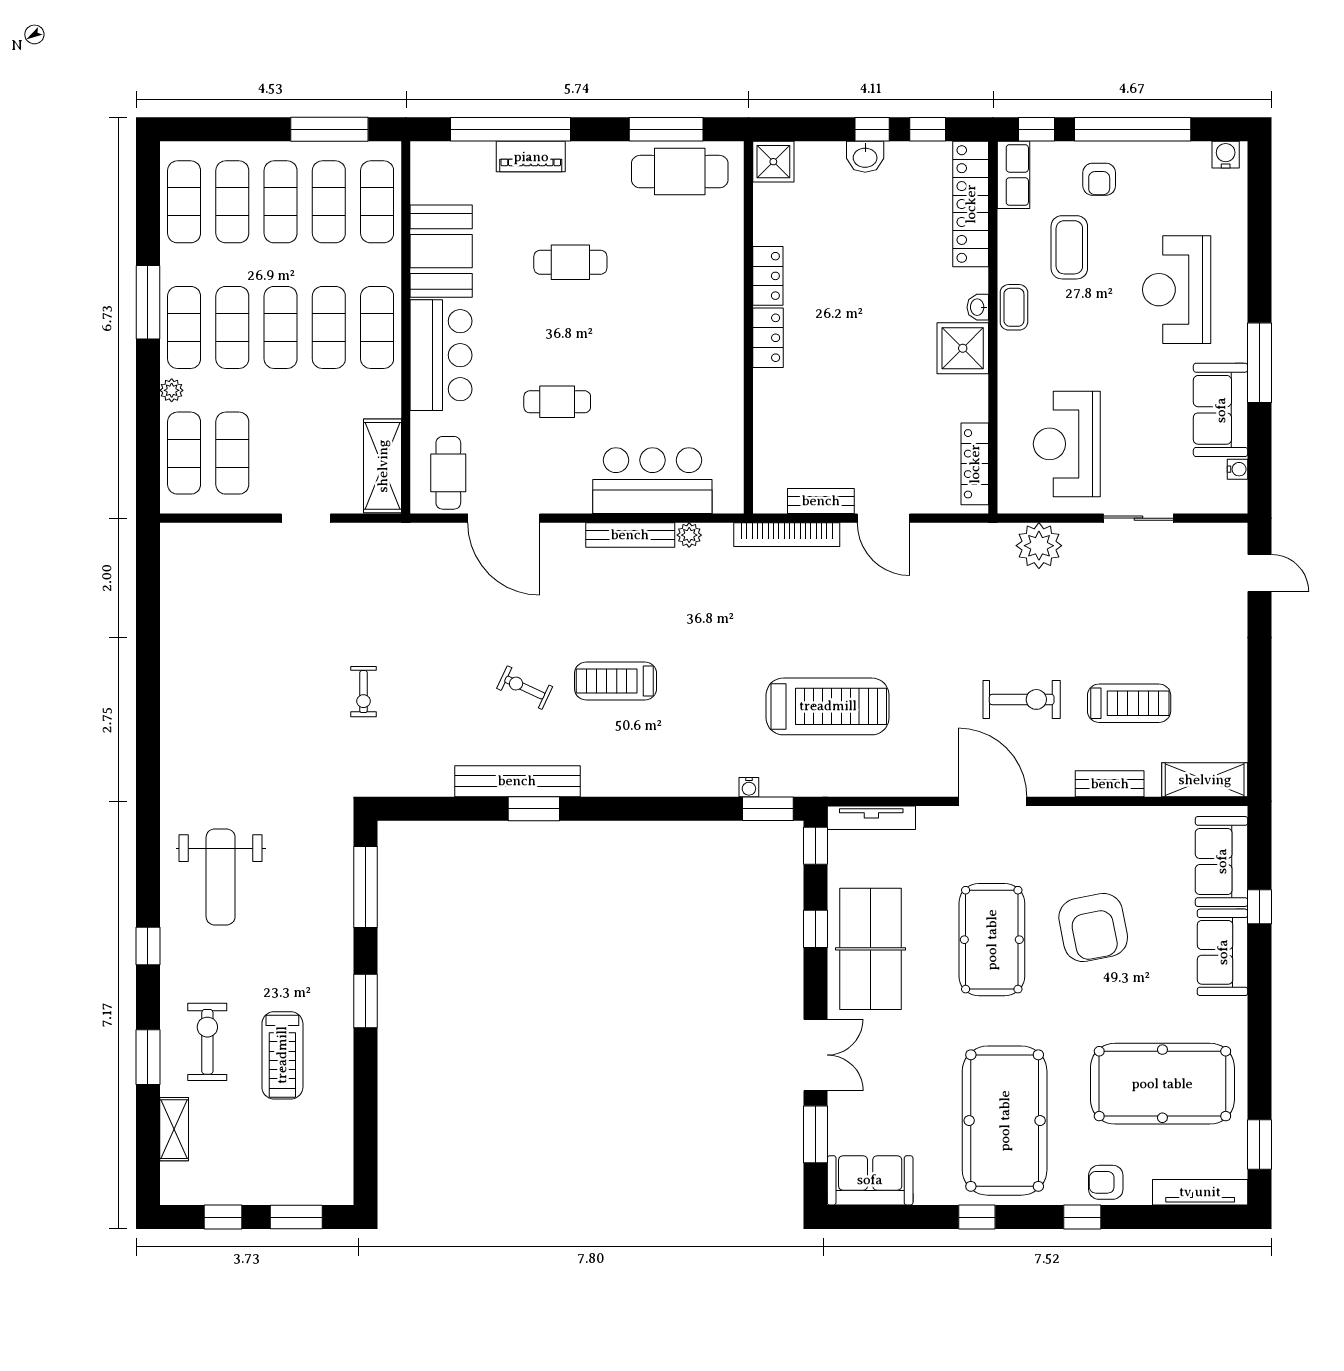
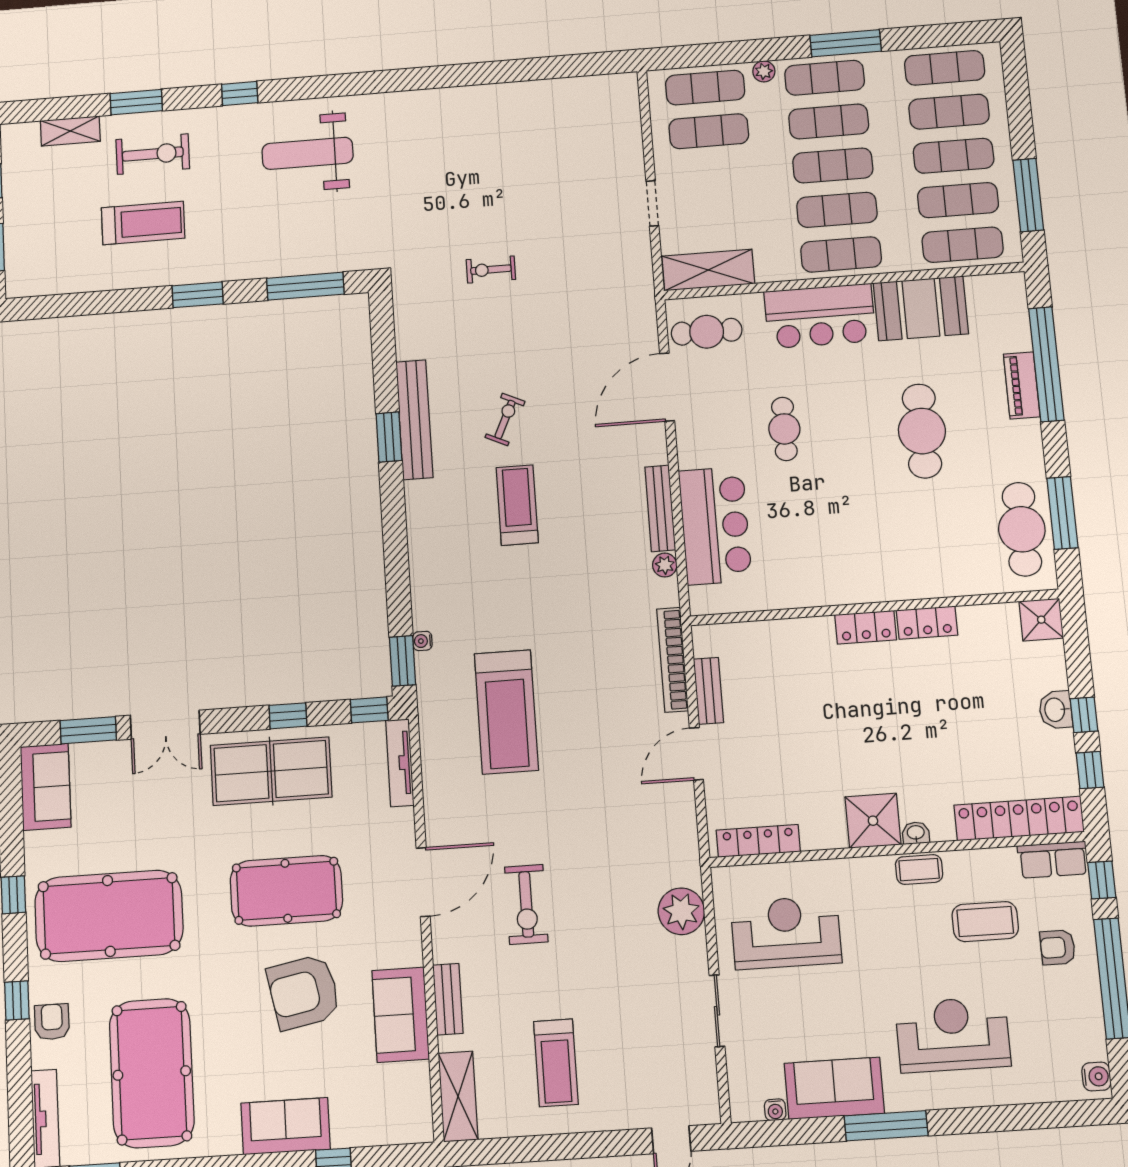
cafe table: (570, 262) -> (922, 431), width x1.37, depth x1.35
treadmill: (1129, 703) -> (556, 1063), moved
sofa: (1222, 861) -> (401, 1015), moved, turned -90
treadmill: (282, 1055) -> (143, 223), turned 180

